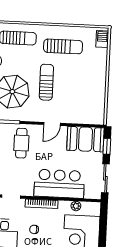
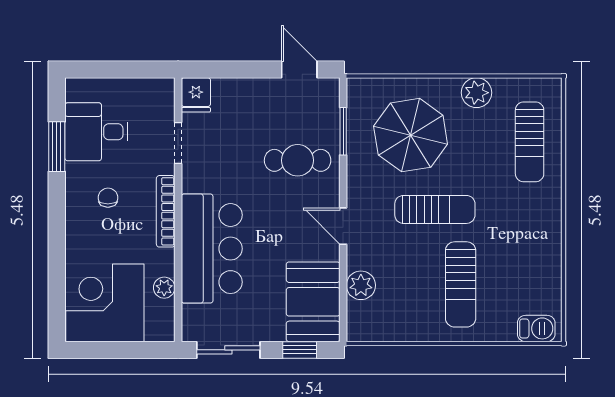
sun lounger: (63, 46) -> (461, 284), moved
plant: (79, 117) -> (361, 285), added

